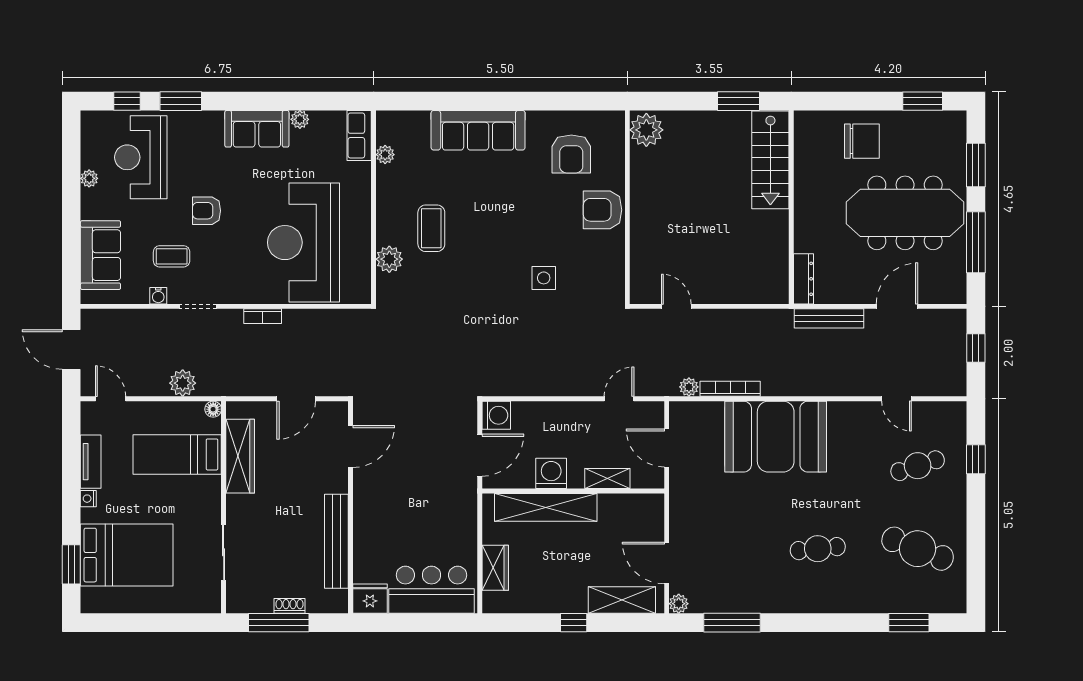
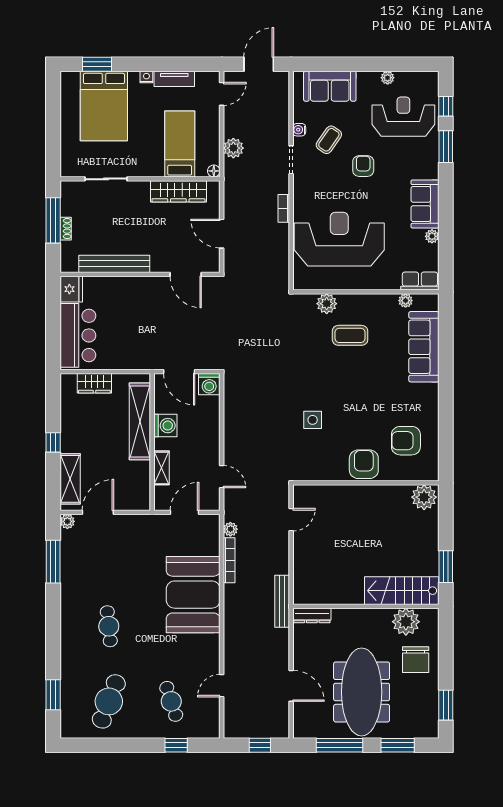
sofa: (478, 130) -> (424, 347), moved
plant: (812, 154) -> (406, 622), added
coffee table: (172, 256) -> (329, 140), turned 35
bench: (829, 318) -> (282, 601), moved

